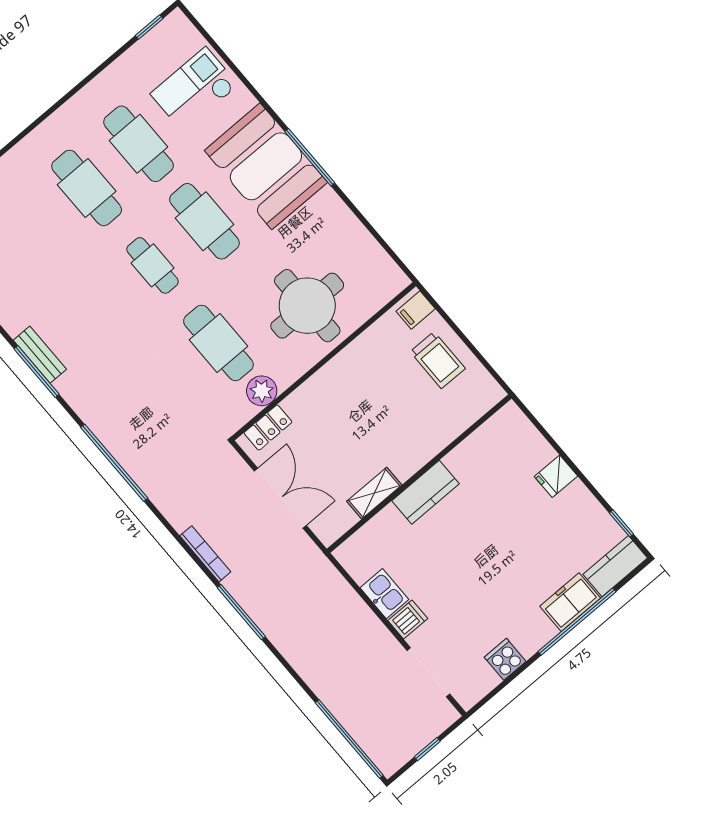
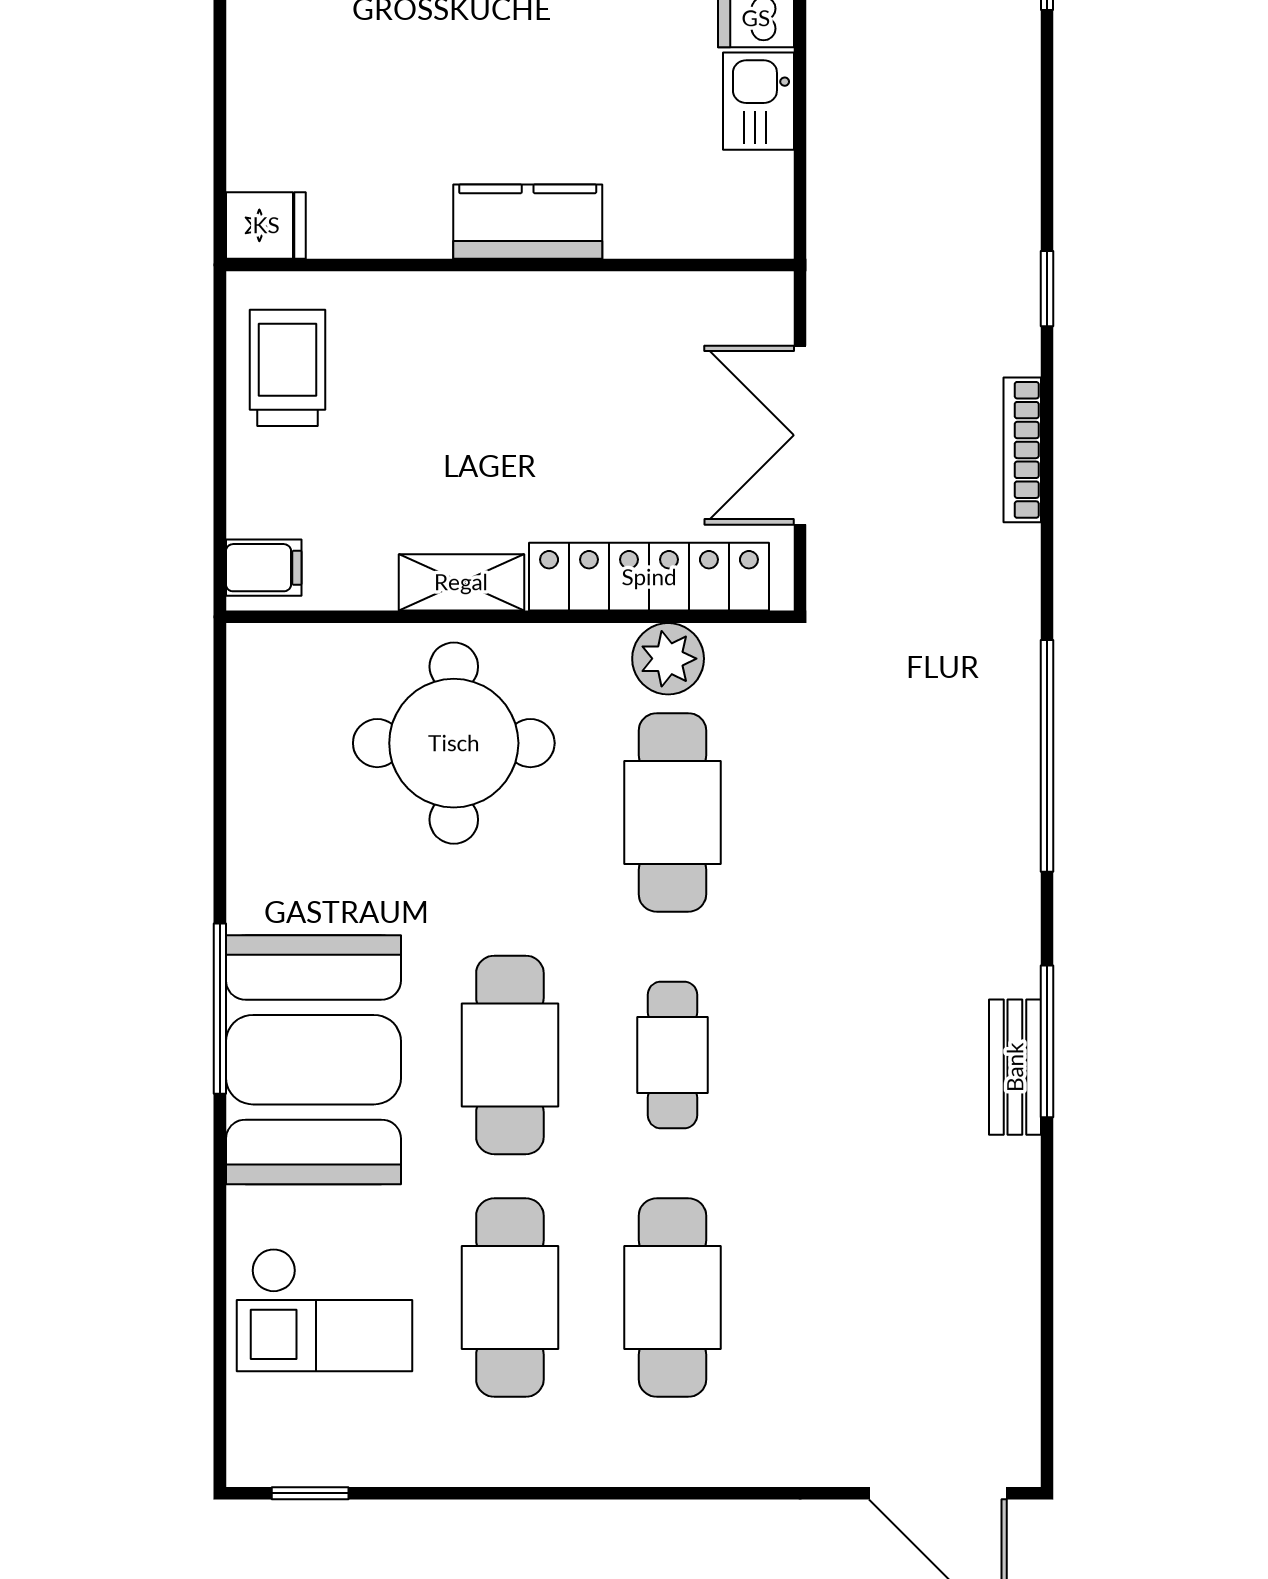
trolley: (438, 360) -> (288, 368), moved
locker: (268, 428) -> (649, 577), width x2.16, depth x1.21
fridge: (556, 476) -> (266, 225), moved
shelving: (374, 493) -> (461, 582), moved
window: (241, 612) -> (1047, 289), width x0.46

